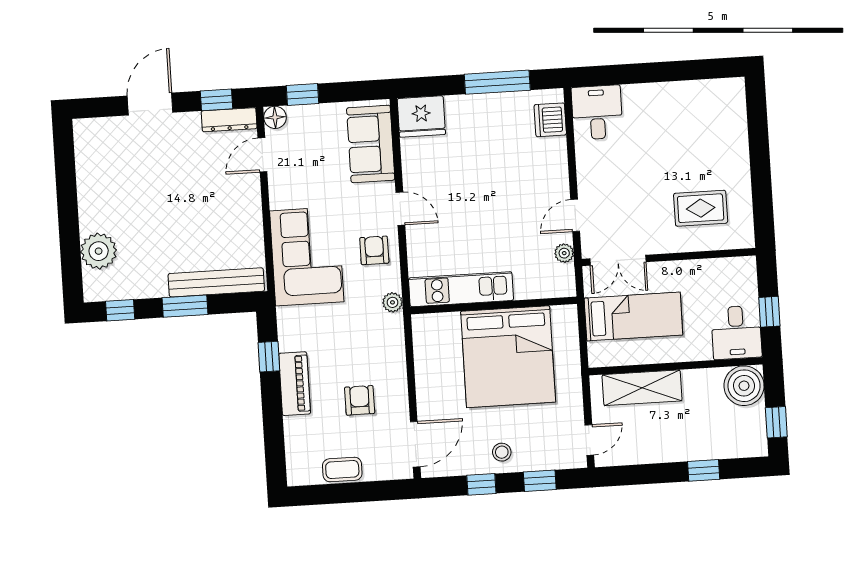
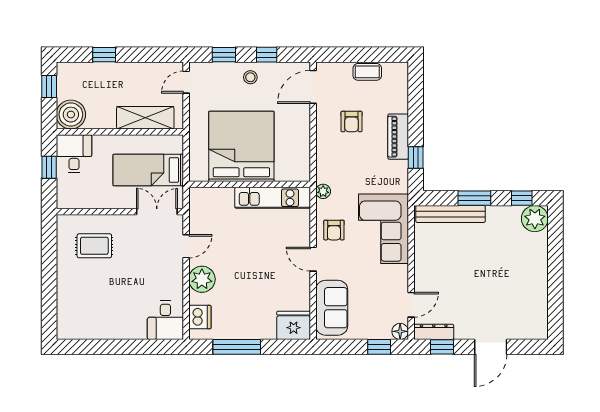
plant: (99, 251) -> (535, 219), moved
plant: (564, 253) -> (202, 279), moved, width x1.88, depth x1.88

